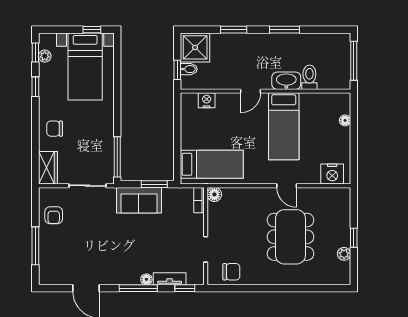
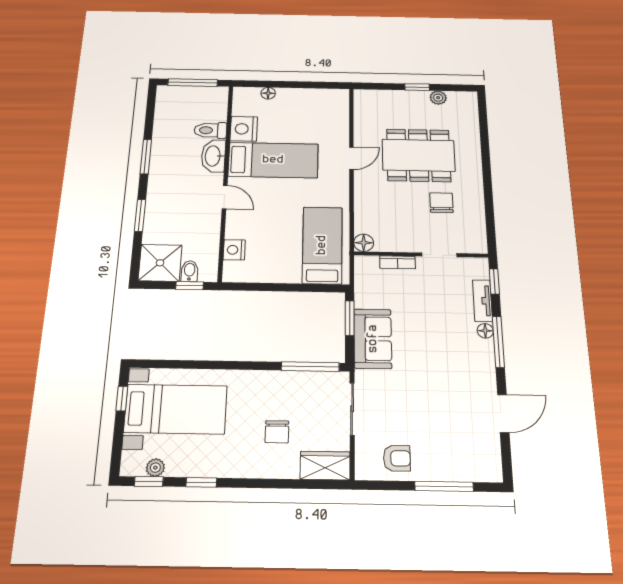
chair: (55, 129) -> (277, 432), moved
nightstand: (332, 174) -> (244, 129), moved, turned 180
bookcase: (199, 200) -> (398, 262), moved
chair: (231, 272) -> (441, 203), moved

